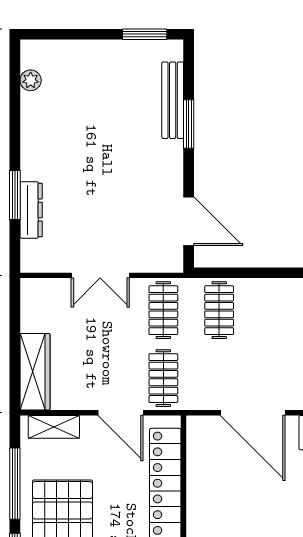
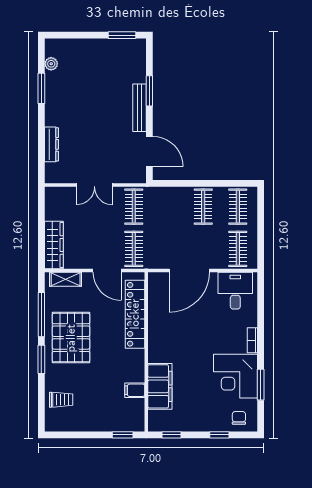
bench: (173, 100) -> (140, 108), moved
window: (15, 195) -> (41, 88), moved
clothes rail: (219, 310) -> (203, 207), moved
door: (253, 413) -> (189, 271), hinge flipped

